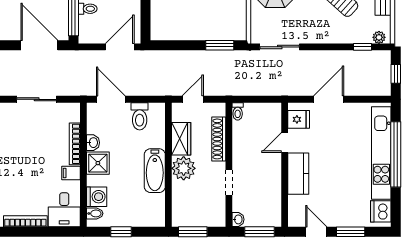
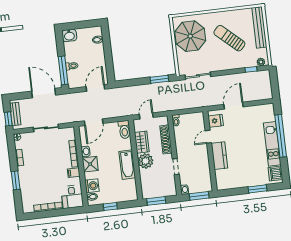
window: (396, 74) -> (274, 84), removed
door: (111, 99) -> (94, 122), swing flipped
toilet: (140, 116) -> (124, 130), moved
kitchen unit: (381, 153) -> (272, 144), width x0.73
door: (316, 232) -> (236, 192), removed

